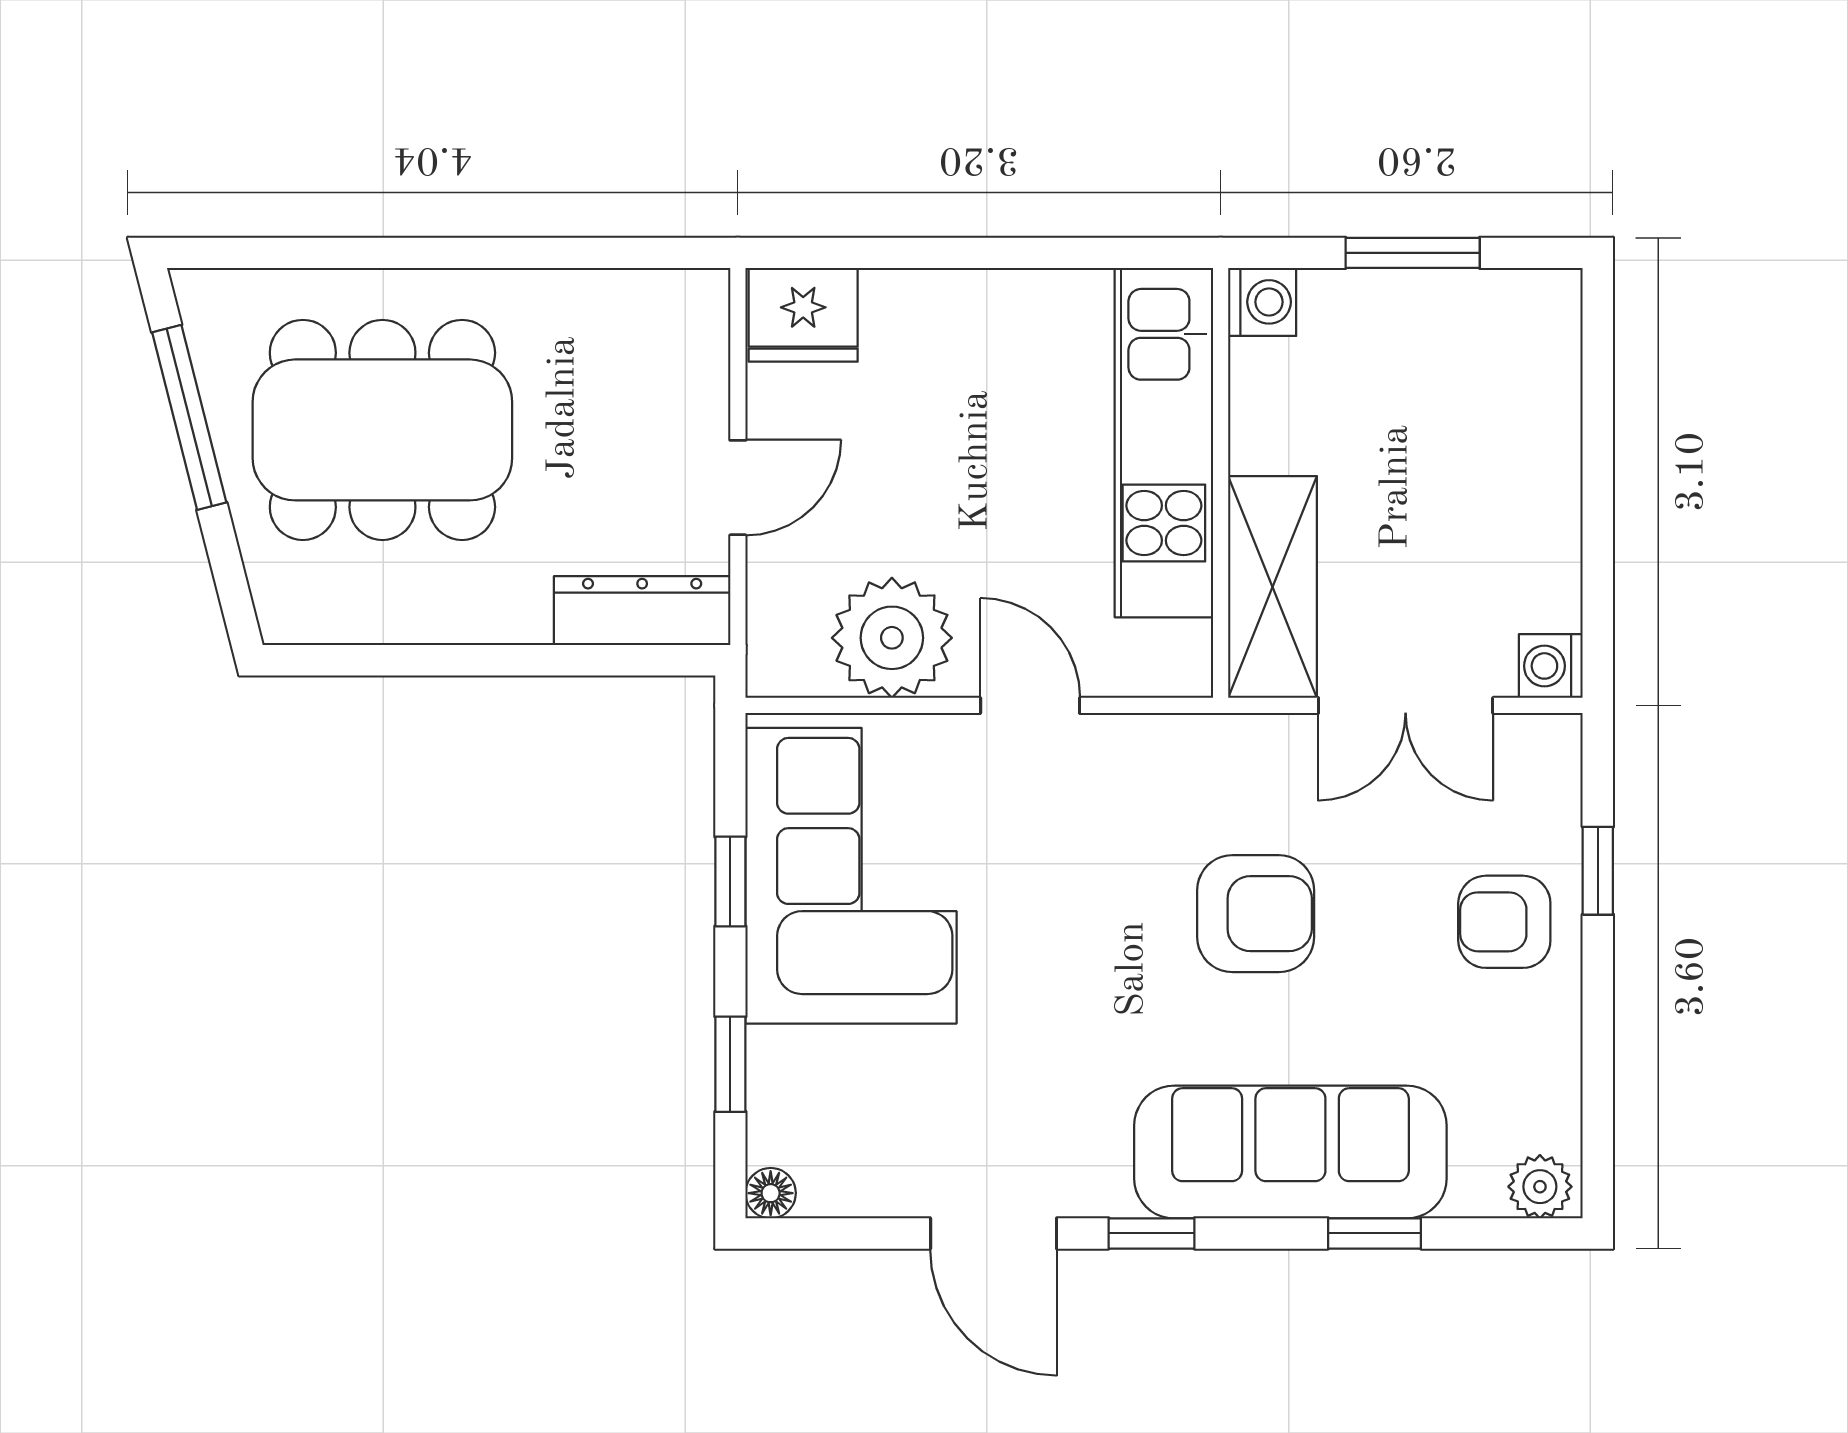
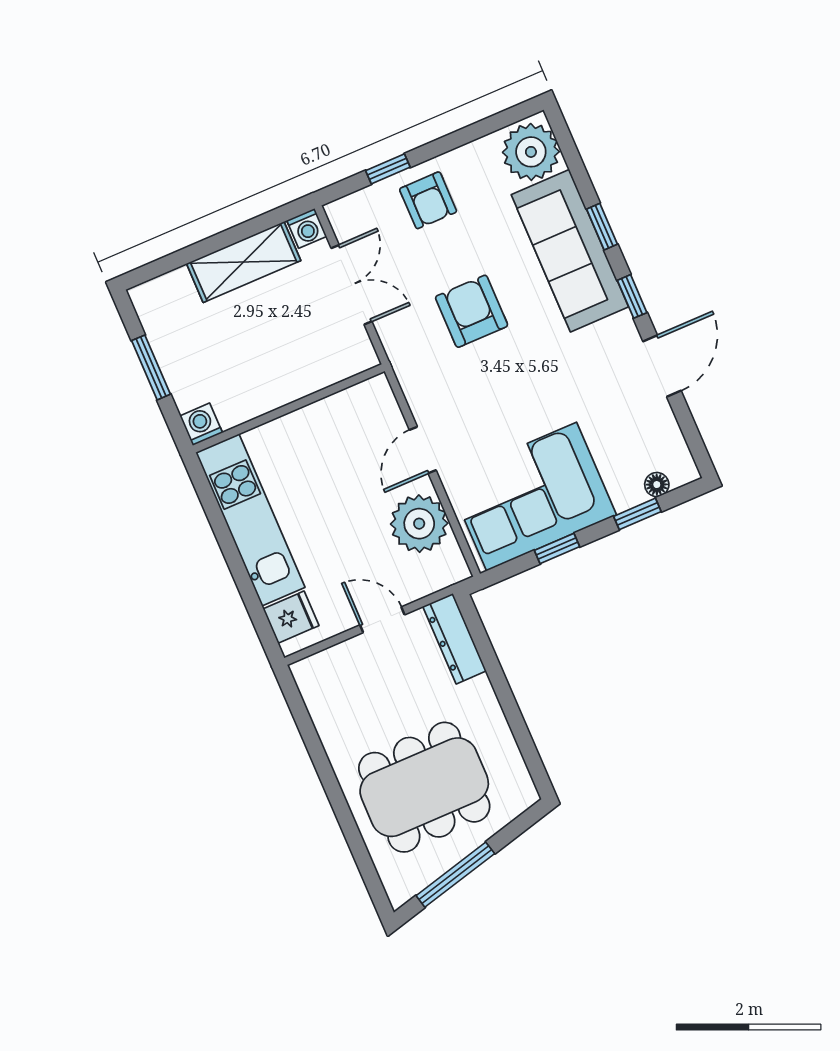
fridge: (803, 315) -> (291, 617), width x0.72
dining table: (382, 430) -> (424, 787), turned 90
kitchen unit: (1164, 443) -> (250, 520), moved, turned -90
shelving: (1273, 587) -> (244, 262), moved
plant: (1540, 1187) -> (531, 152), width x1.88, depth x1.88
floor lamp: (771, 1193) -> (657, 485), moved
window: (1374, 1233) -> (602, 227), moved

